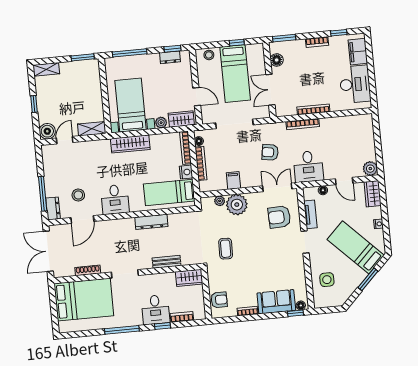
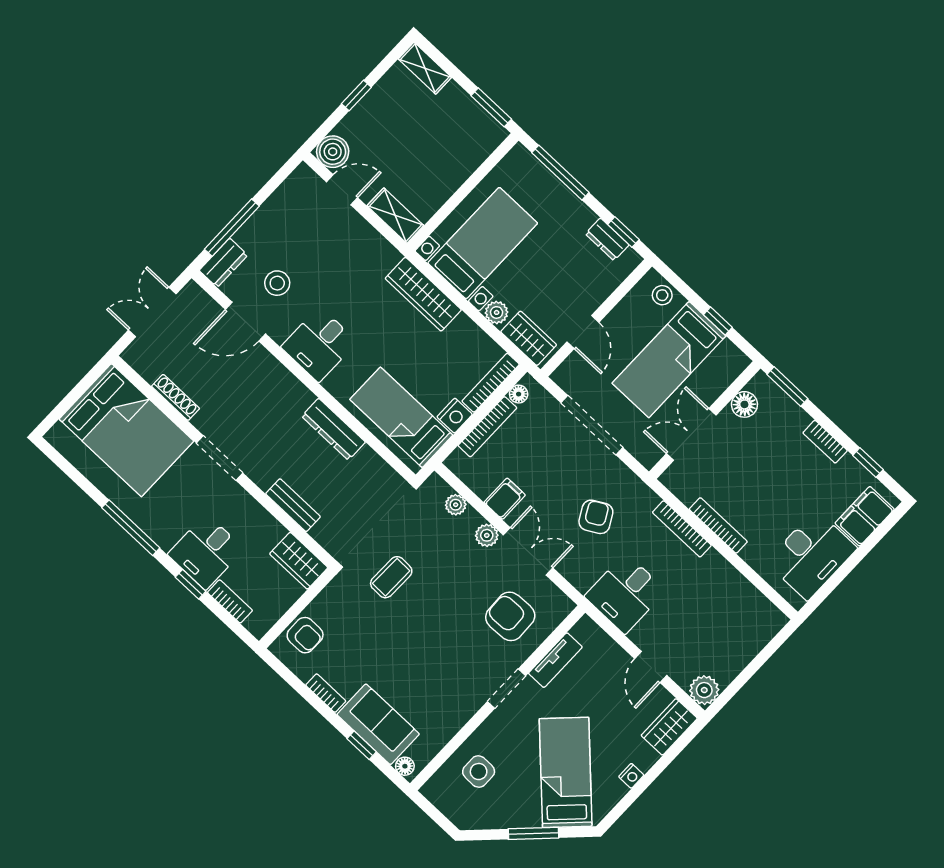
armchair: (270, 152) -> (596, 517), turned 52
double door: (277, 187) -> (528, 551), moved
floor lamp: (323, 190) -> (609, 647), removed
plant: (237, 205) -> (487, 535), width x0.53, depth x0.53
double door: (48, 251) -> (152, 312), width x0.73
window: (295, 313) -> (362, 745), moved

